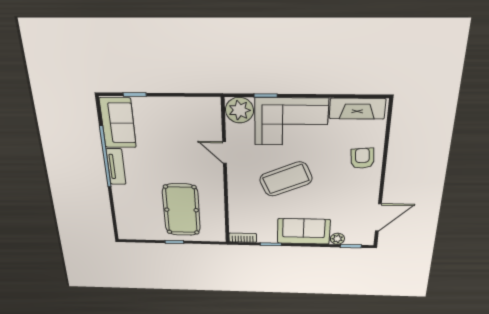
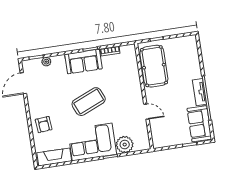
door: (225, 153) -> (146, 112), moved
wall: (225, 174) -> (144, 96), moved
sofa: (304, 231) -> (83, 62), moved

